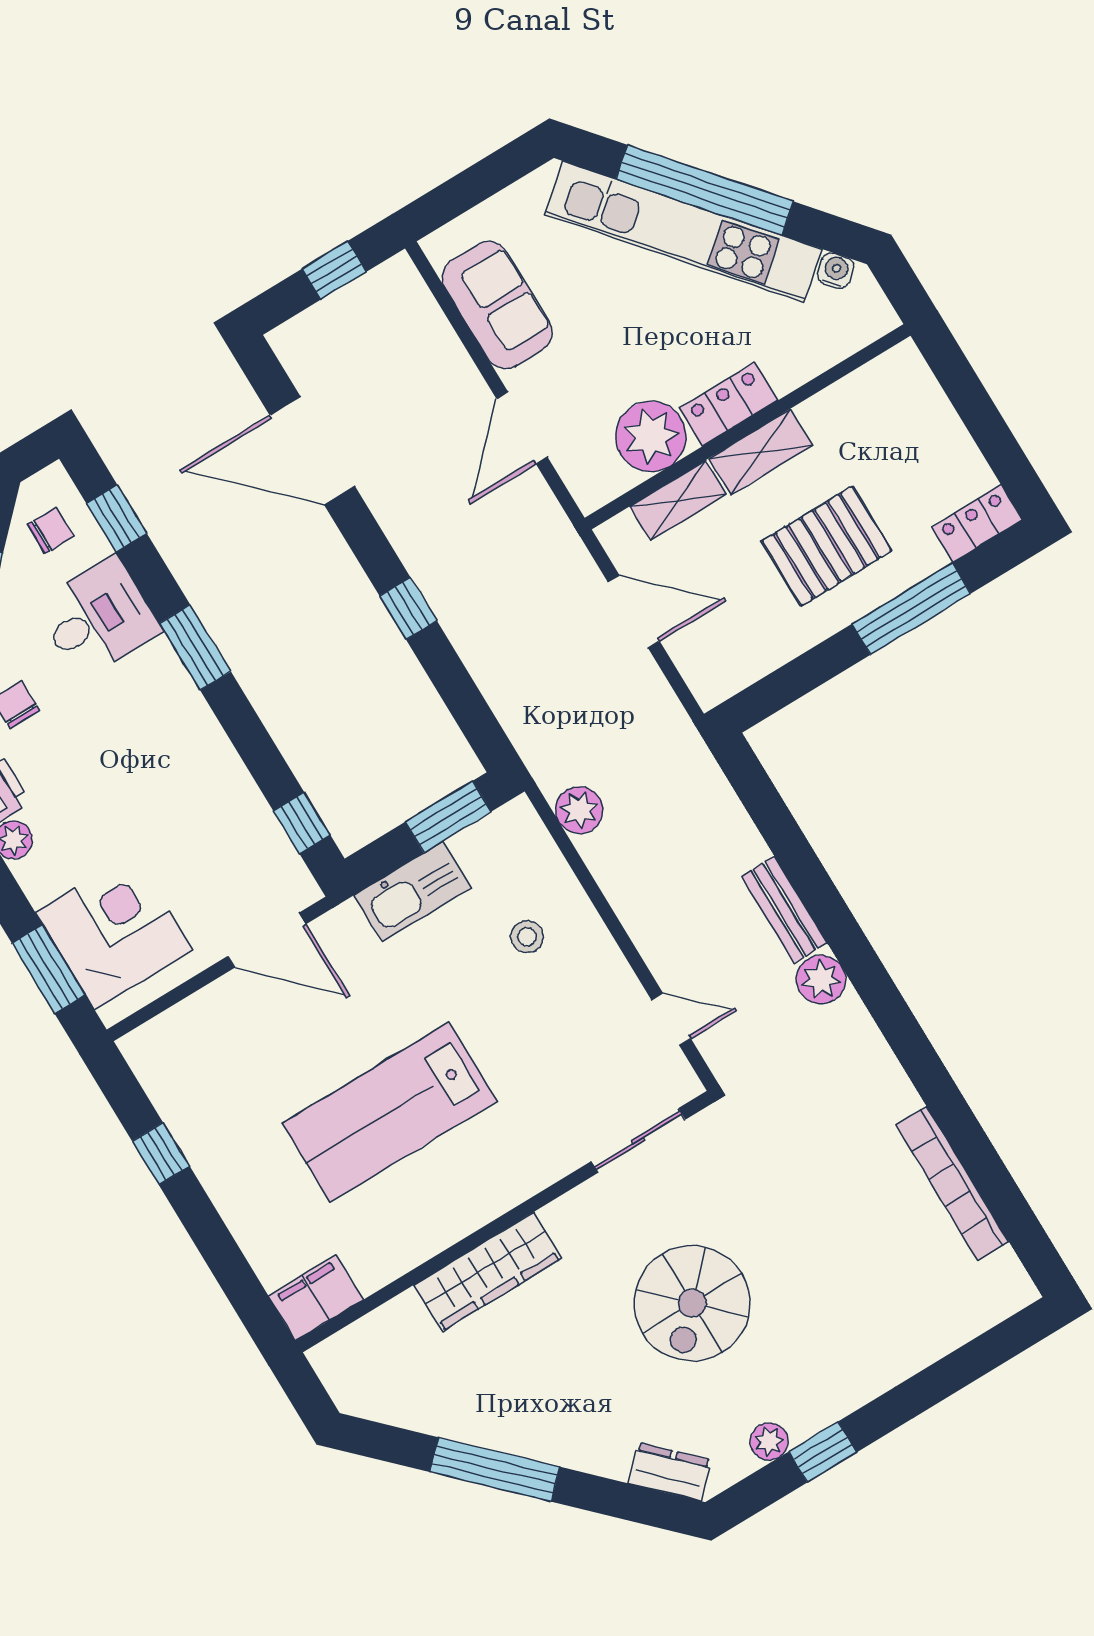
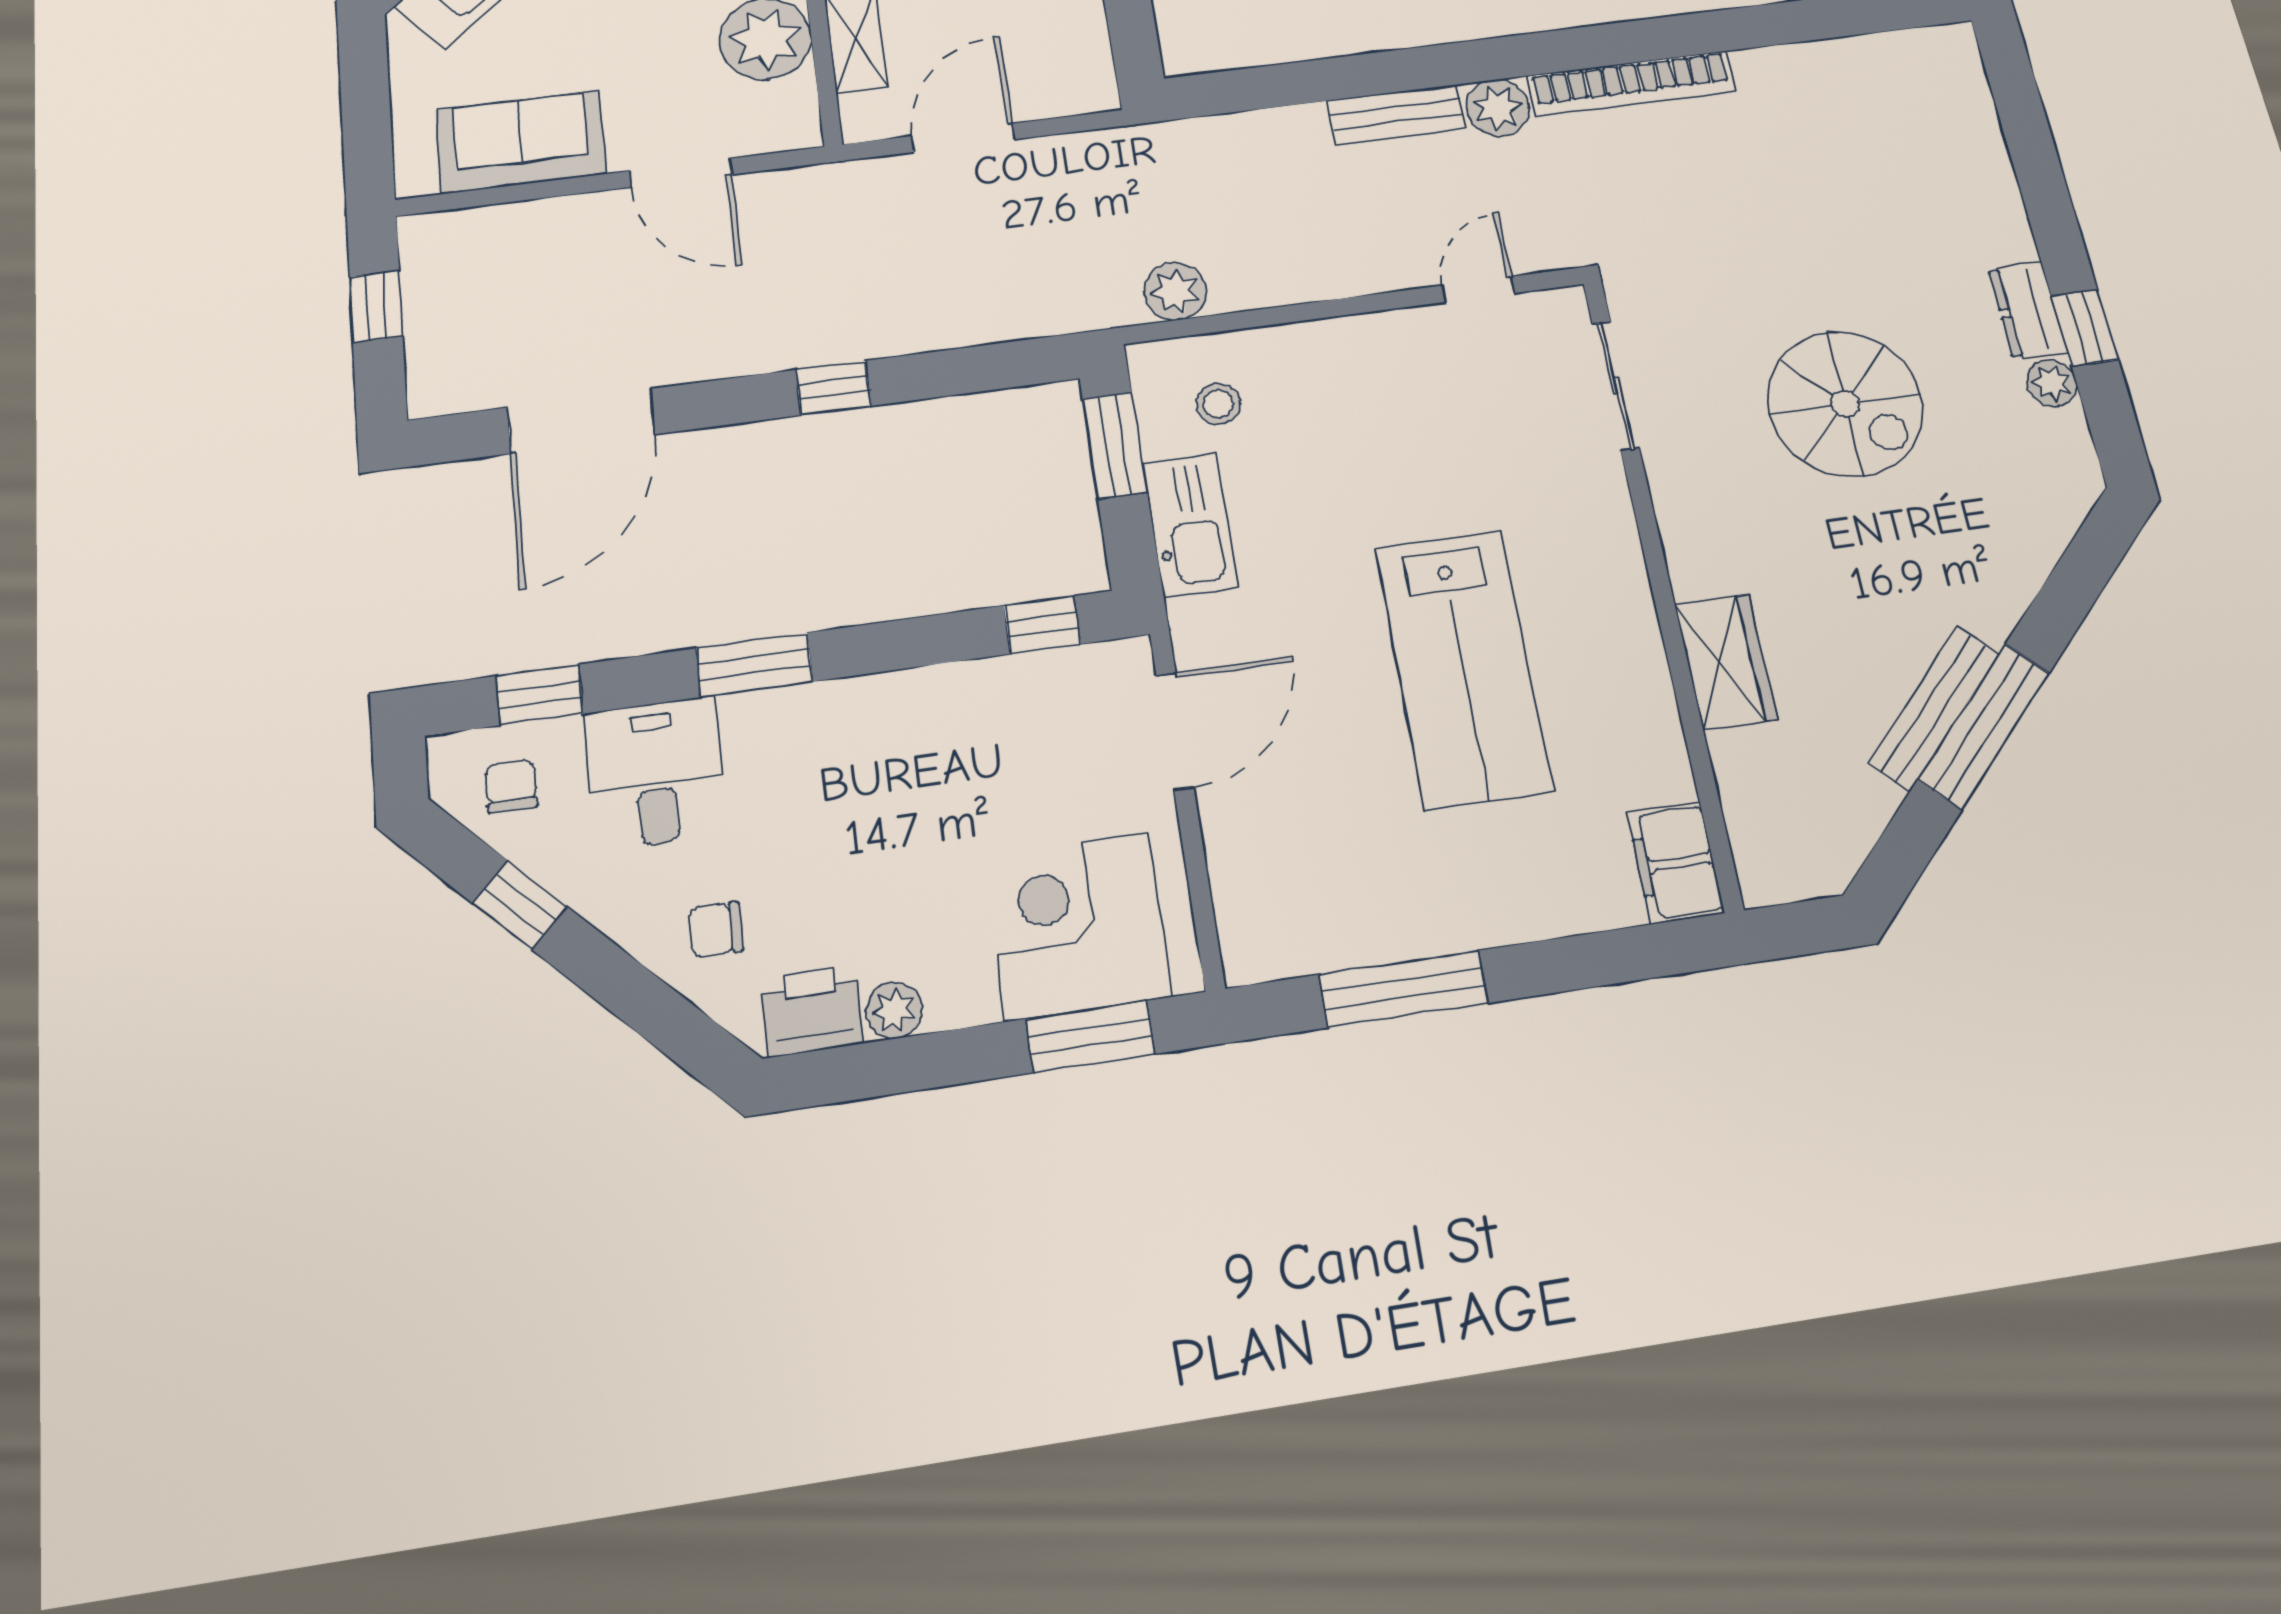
stool: (527, 937) -> (1218, 404), moved
window: (161, 1154) -> (1404, 989), width x2.17
bookcase: (952, 1183) -> (1631, 84), moved
wardrobe: (488, 1272) -> (1726, 662), width x0.67
bench: (494, 1433) -> (1934, 708), added
dresser: (670, 1472) -> (2028, 310), moved, turned -45

